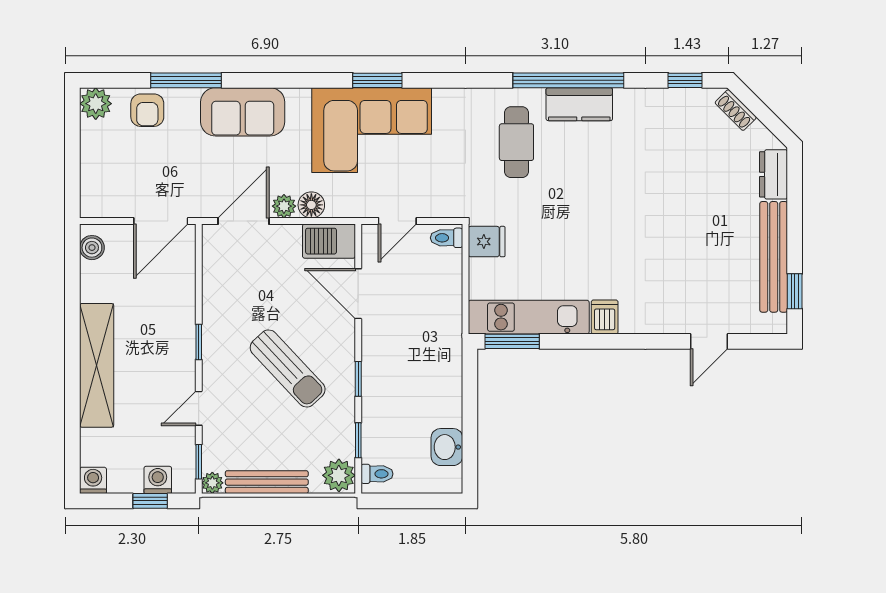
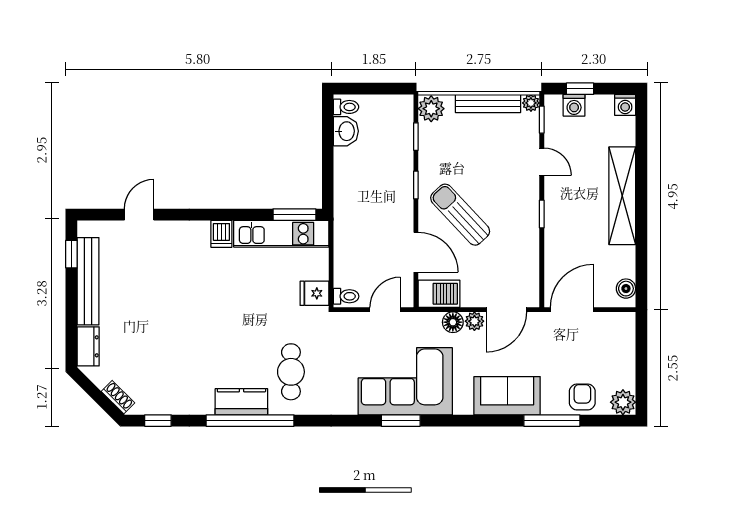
sun lounger: (288, 368) -> (460, 215), moved
door: (199, 408) -> (542, 162), hinge flipped
toilet: (377, 474) -> (346, 107), moved, turned 180

